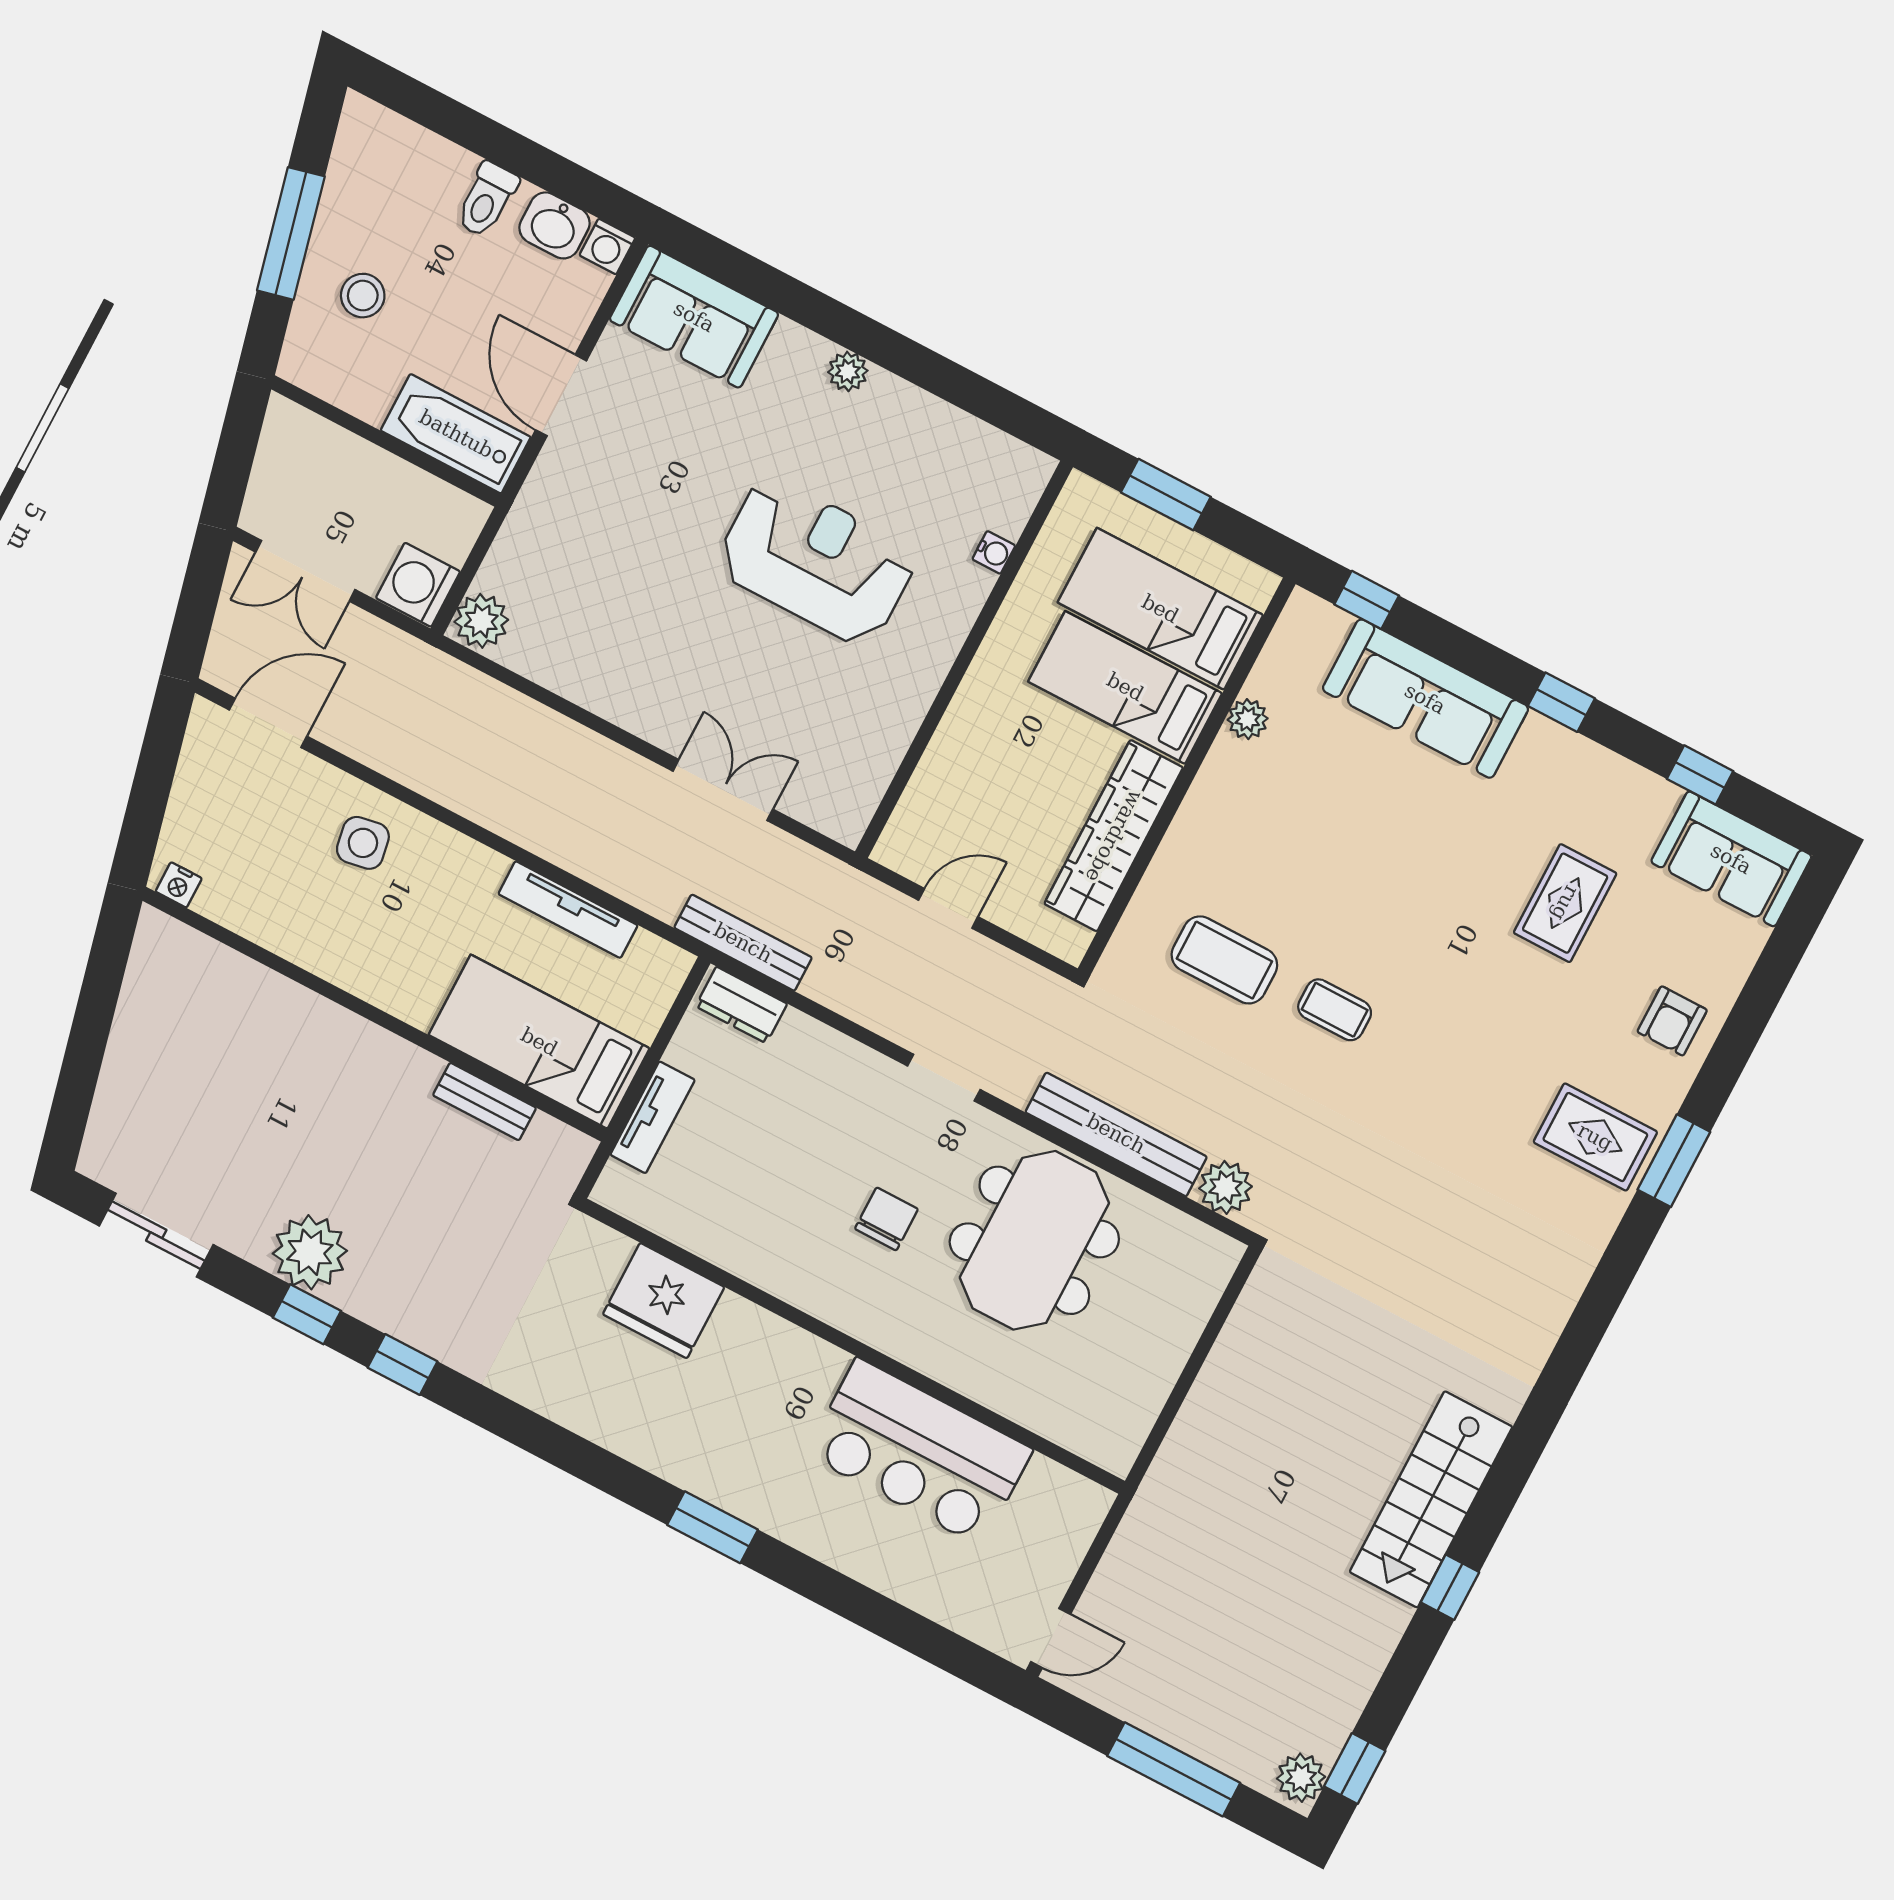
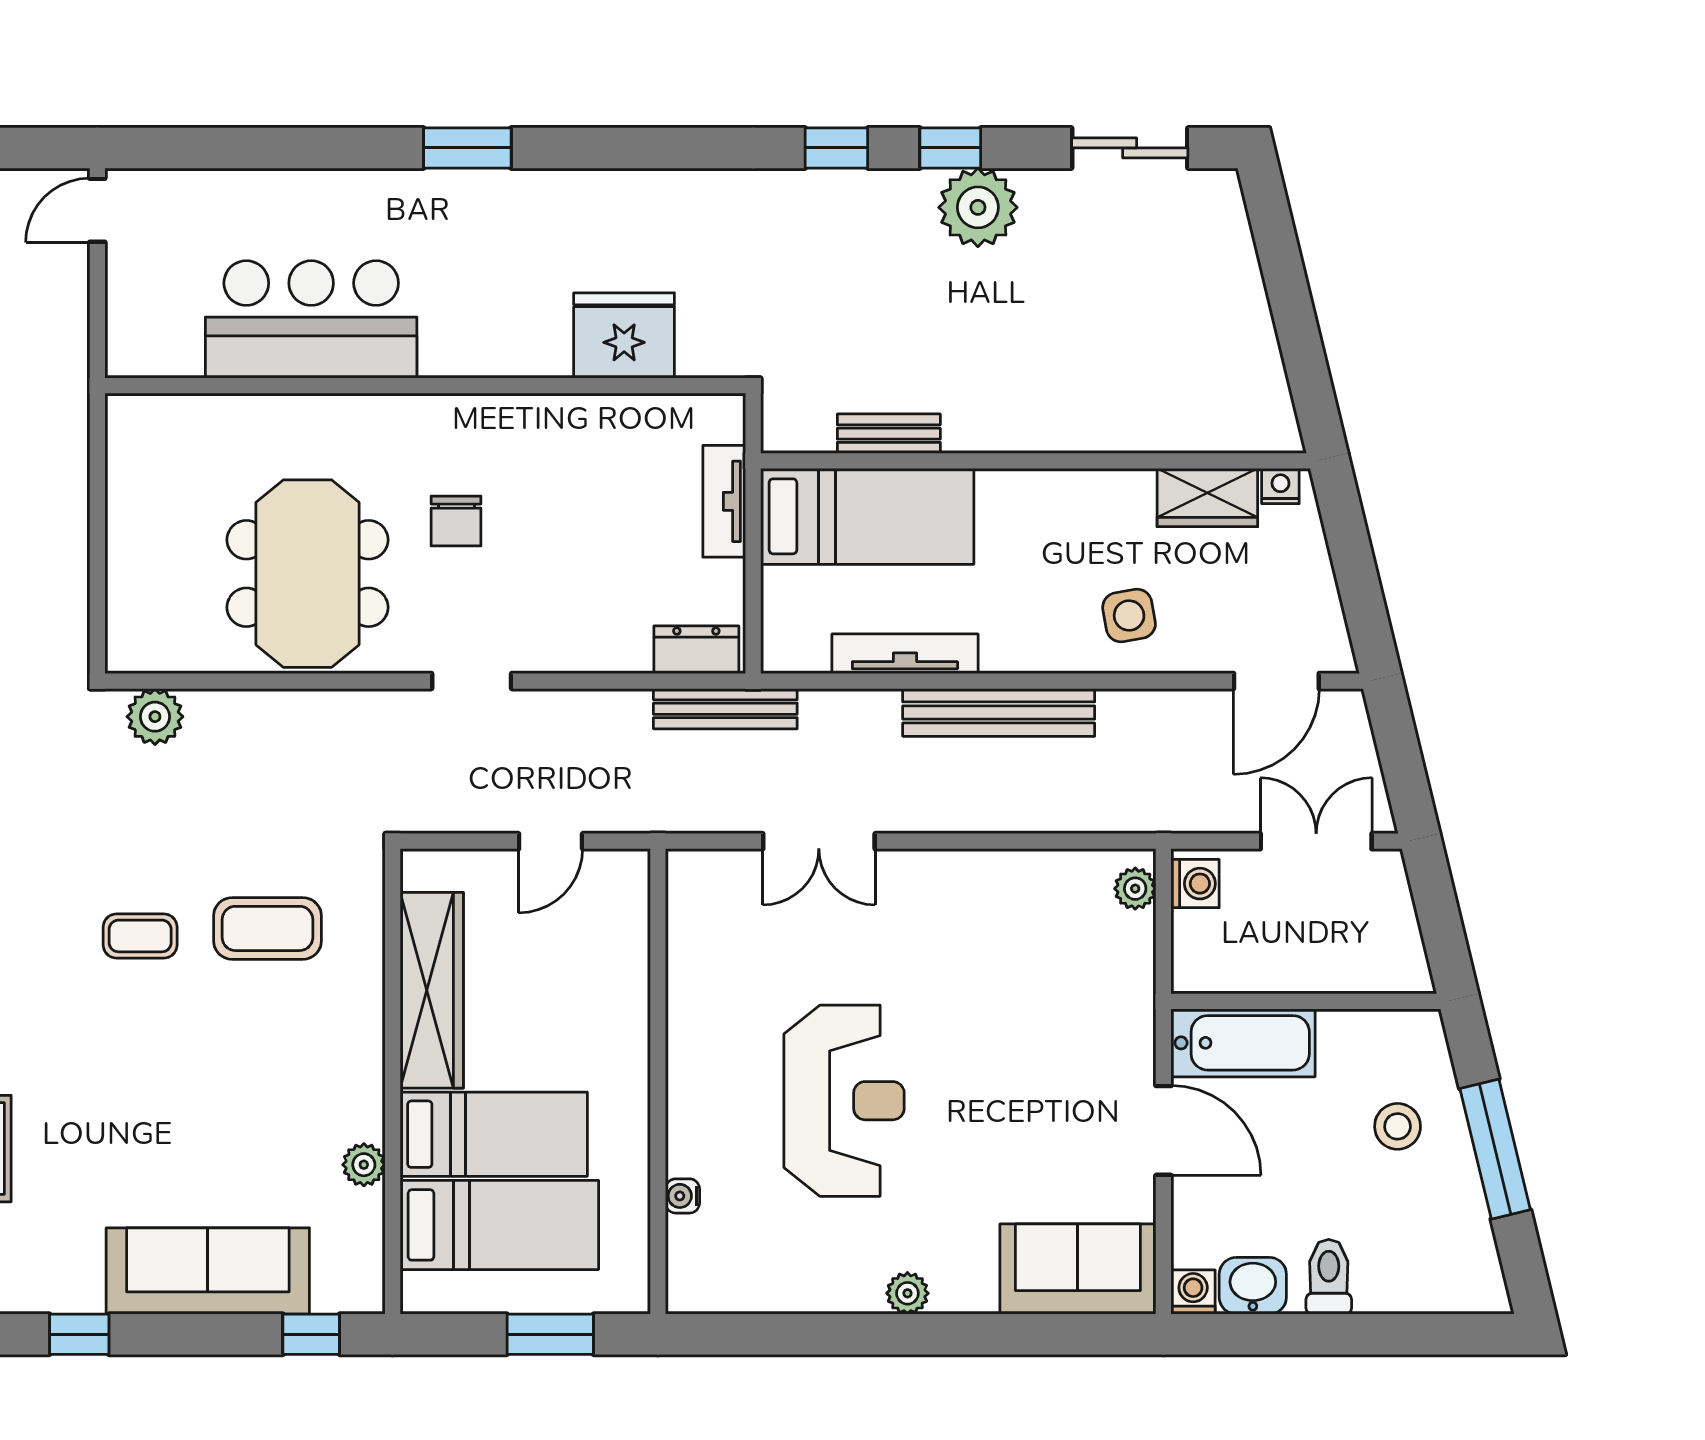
reception desk: (816, 561) -> (844, 1101), turned -90
washing machine: (418, 585) -> (1195, 884), width x0.73, depth x0.73
plant: (481, 621) -> (1135, 889), width x0.73, depth x0.73
wardrobe: (245, 907) -> (1207, 498), added
bench: (1116, 1134) -> (999, 712), moved

